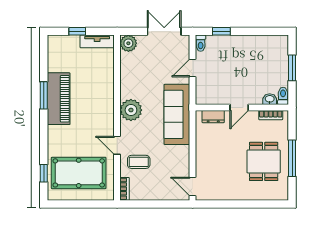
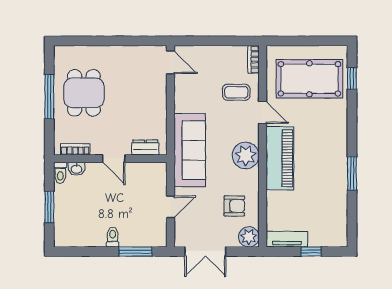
window: (221, 31) -> (135, 252), width x1.50
toilet: (201, 43) -> (113, 237), moved
armchair: (140, 69) -> (234, 206), added
piano: (59, 99) -> (280, 158), moved, turned 180
door: (239, 107) -> (114, 159), swing flipped

